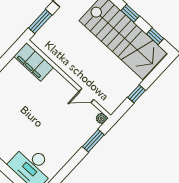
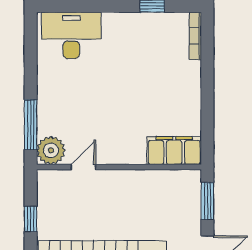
plant: (101, 118) -> (51, 150), width x1.88, depth x1.88
window: (93, 141) -> (31, 125), width x1.44

